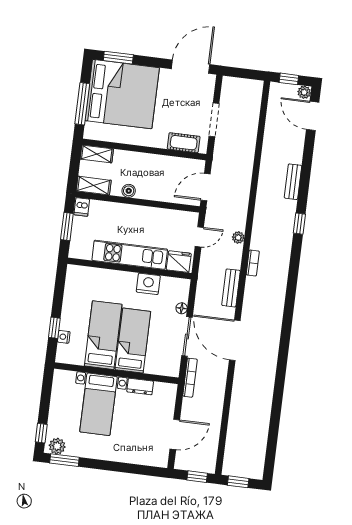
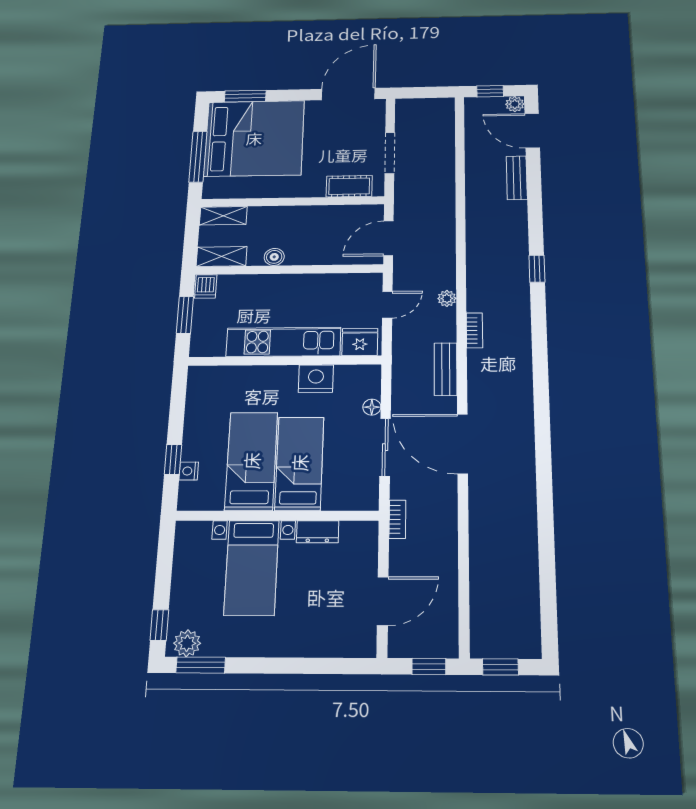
bench: (293, 182) -> (517, 178), moved
bookcase: (190, 378) -> (397, 519), width x0.64

